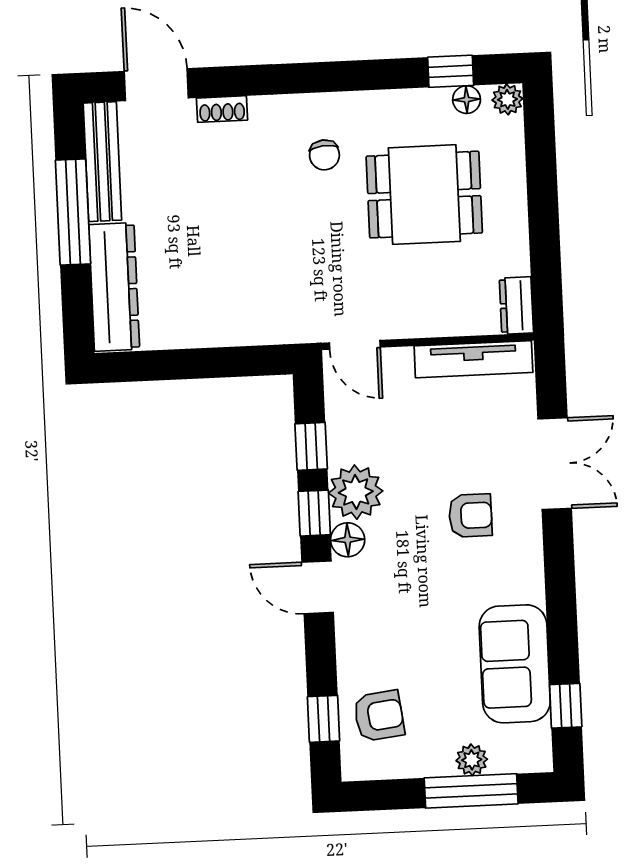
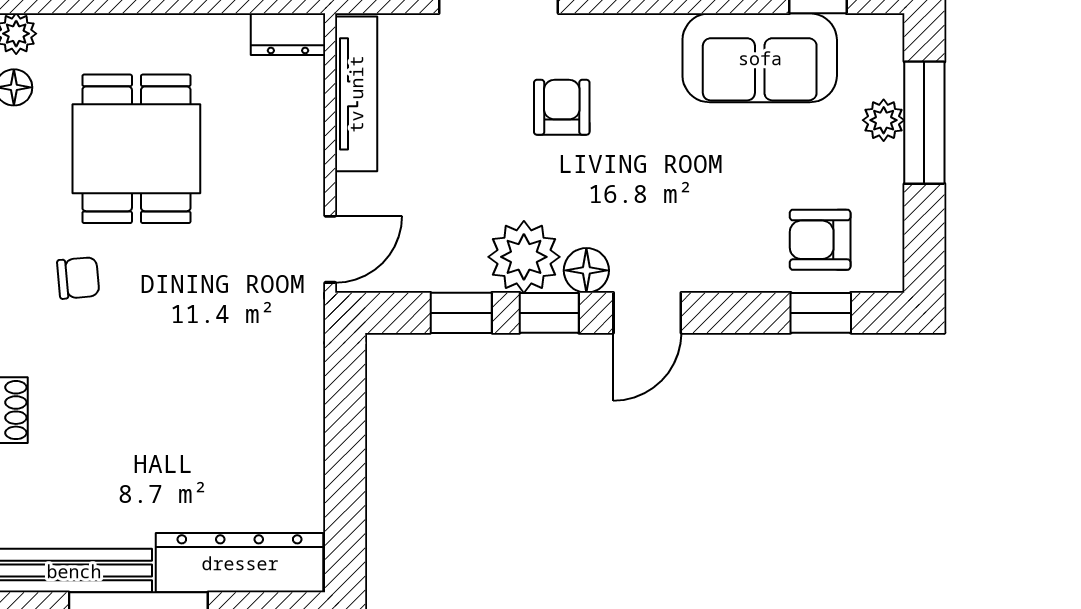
armchair: (379, 716) -> (820, 240), turned -83

